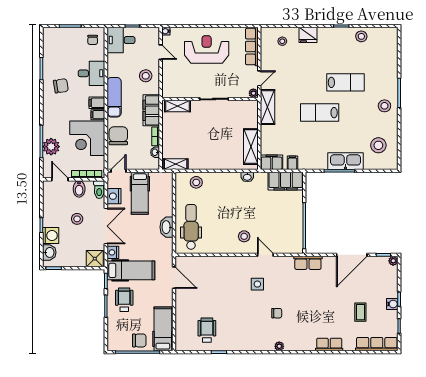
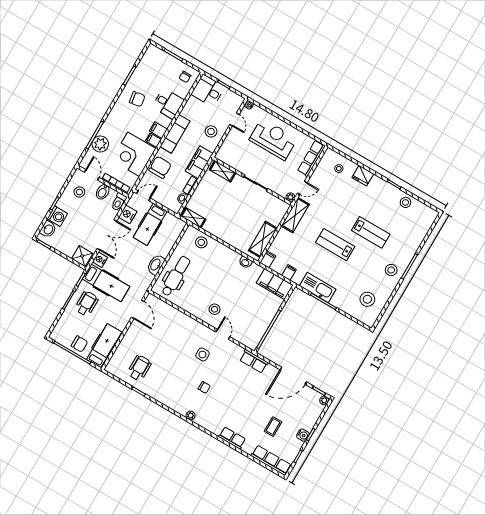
kitchen sink: (345, 161) -> (318, 288), moved
filing cabinet: (272, 162) -> (268, 259), width x0.50
stool: (77, 219) -> (79, 192), moved

